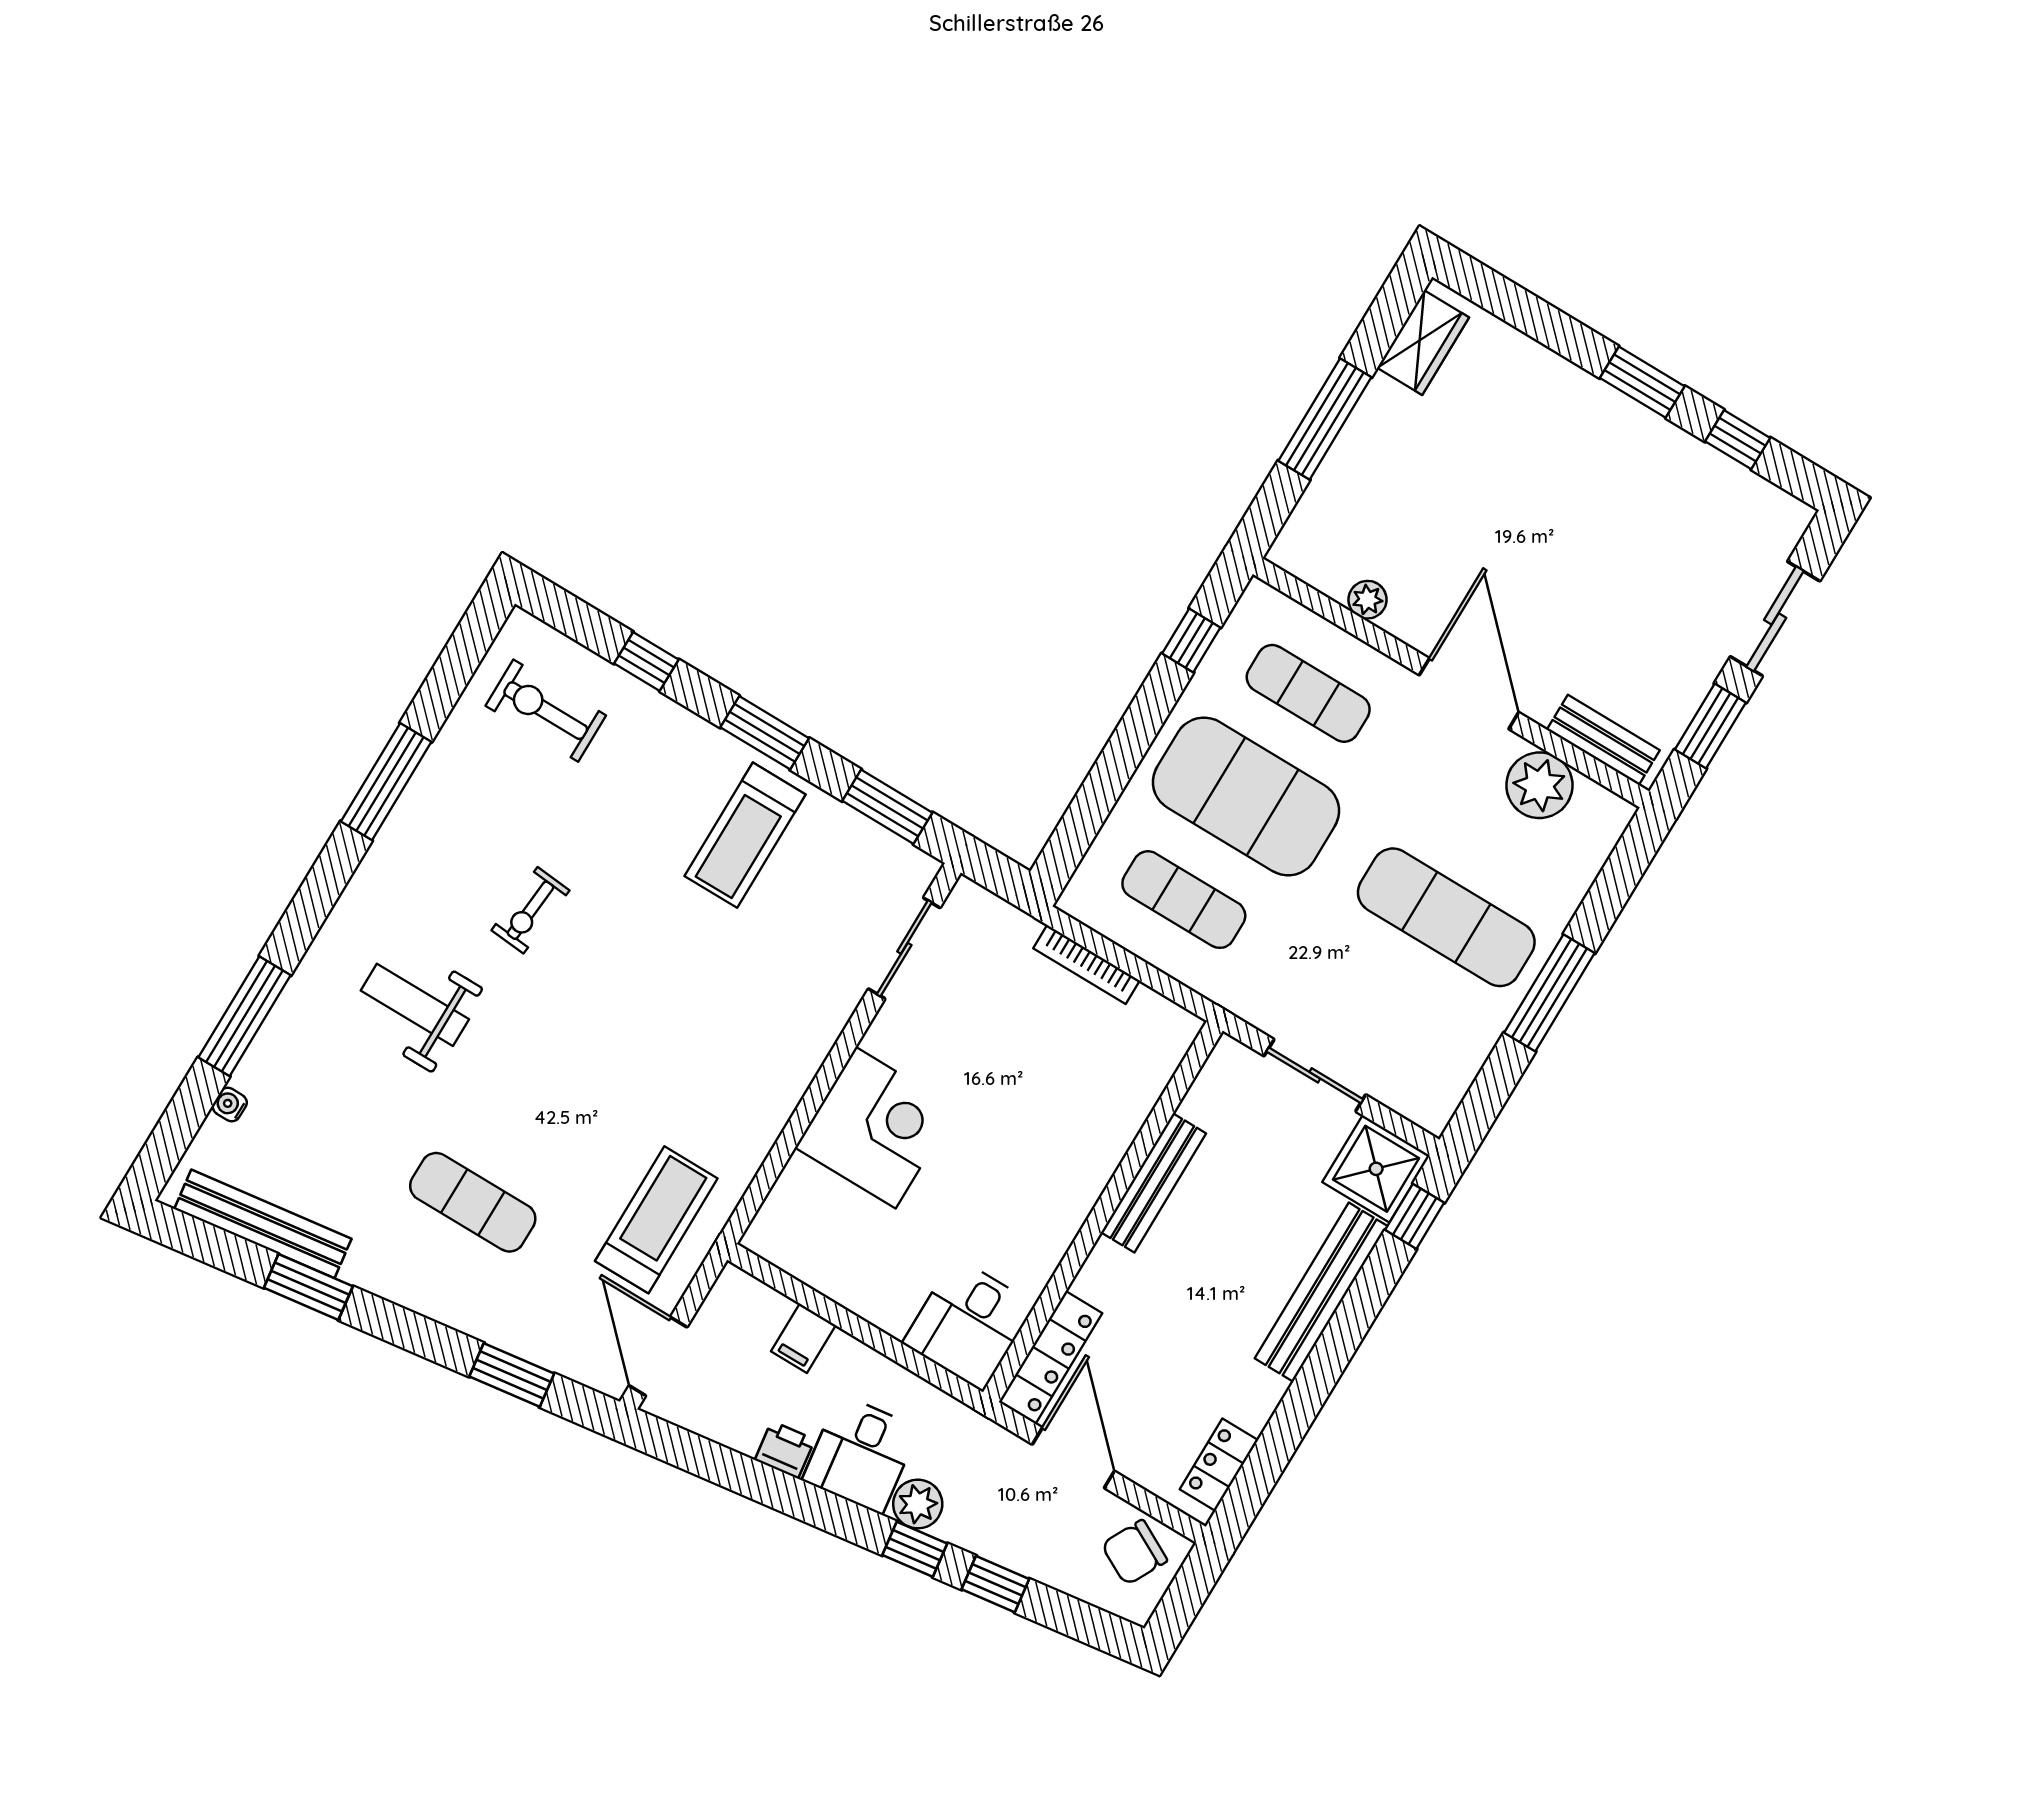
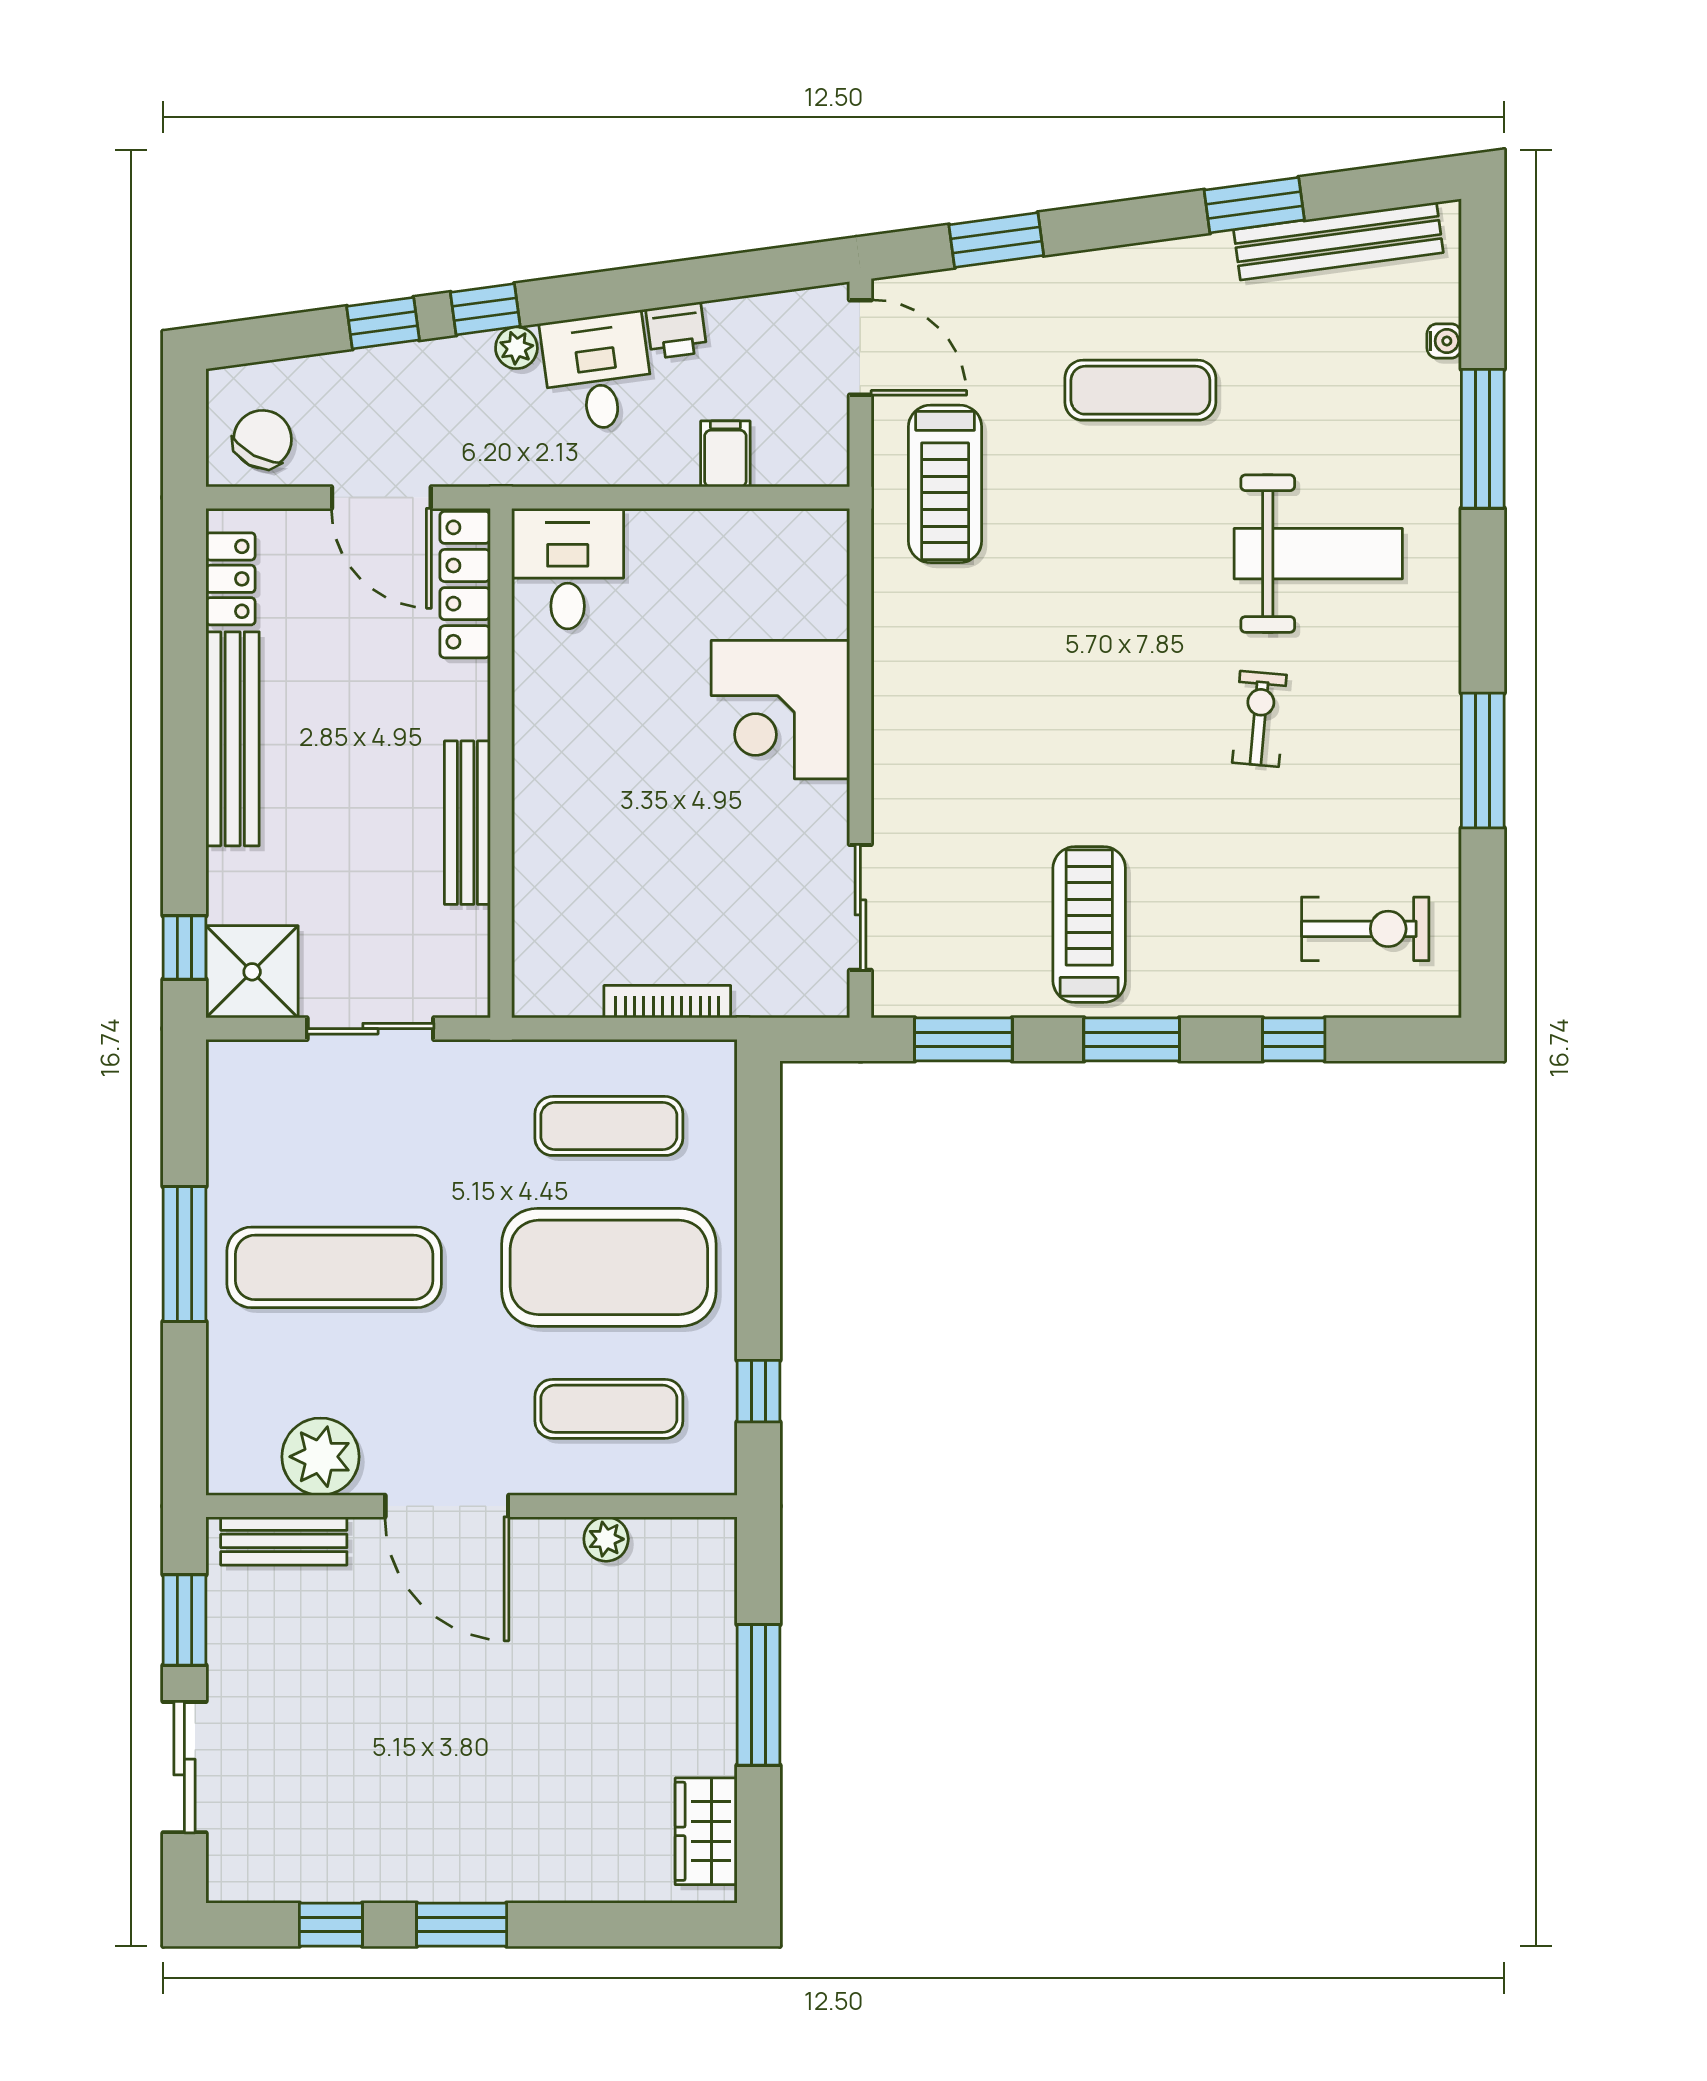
weight bench: (415, 1005) -> (1318, 554), width x1.36, depth x1.33
bench: (1321, 1292) -> (233, 739), moved
plant: (918, 1504) -> (516, 348), width x0.73, depth x0.73

